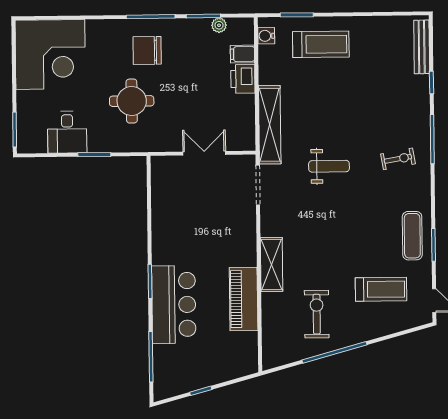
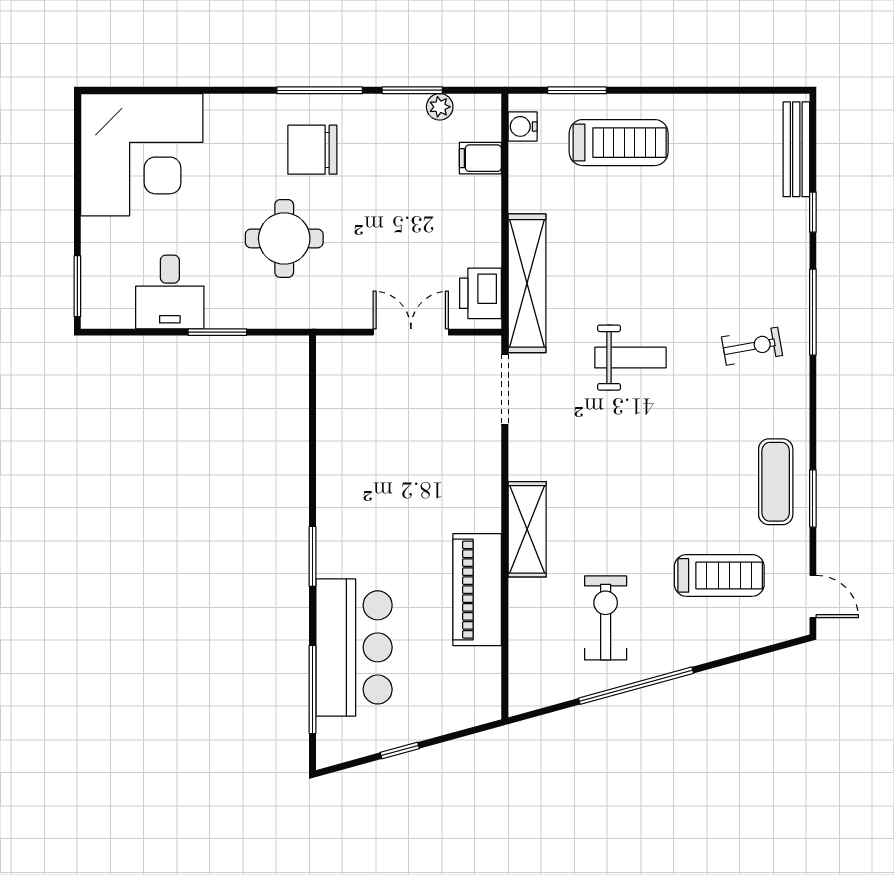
printer: (243, 79) -> (480, 293), moved
bar counter: (174, 305) -> (354, 647), moved

